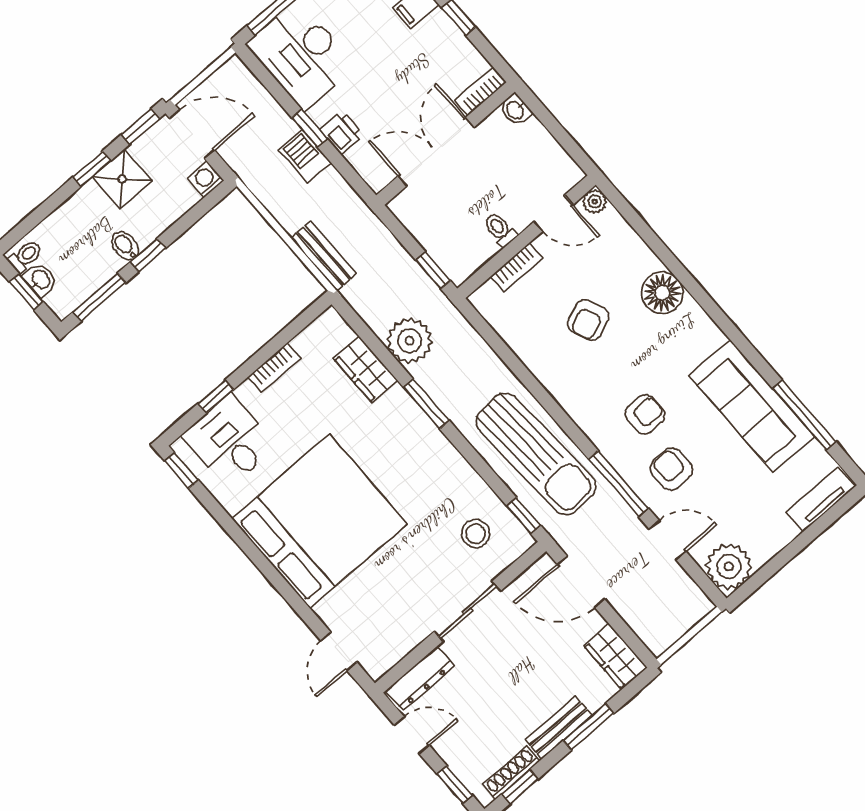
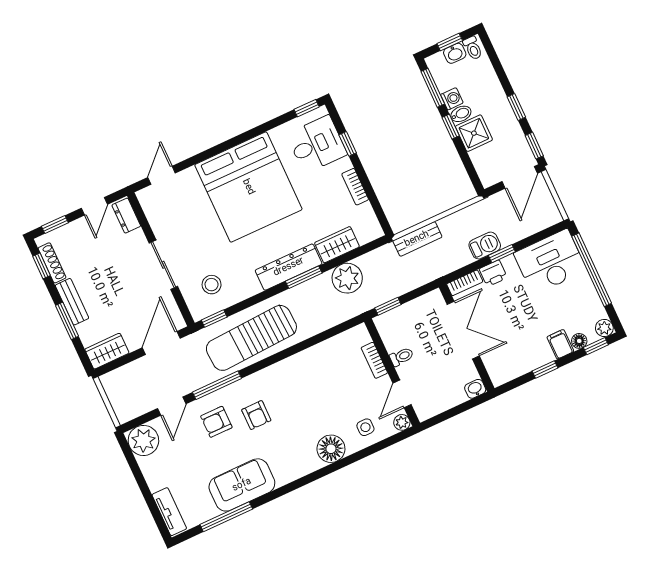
bookcase: (481, 91) -> (465, 283), moved, turned 90
shower: (122, 179) -> (474, 133), moved
washing machine: (206, 179) -> (452, 99), moved
side table: (617, 252) -> (365, 427), added
armchair: (588, 320) -> (327, 396), removed
sofa: (752, 406) -> (242, 485), width x0.73
dresser: (418, 430) -> (289, 267), added
armchair: (671, 469) -> (216, 422), turned 180
door: (339, 651) -> (162, 175), hinge flipped
dresser: (420, 679) -> (126, 216), width x0.70

